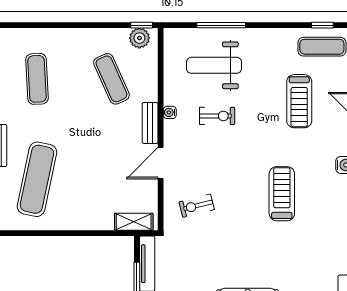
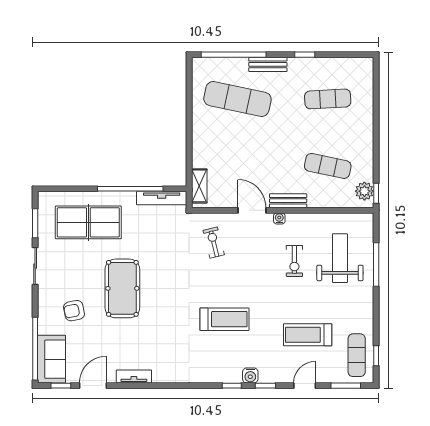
exercise mat: (111, 79) -> (328, 166), turned 36
water cooler: (170, 112) -> (279, 218), moved

